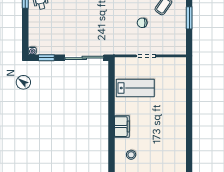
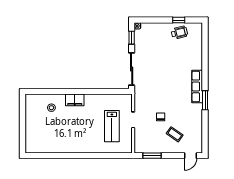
window: (189, 18) -> (152, 156), moved
lab bench: (135, 88) -> (112, 126), moved

